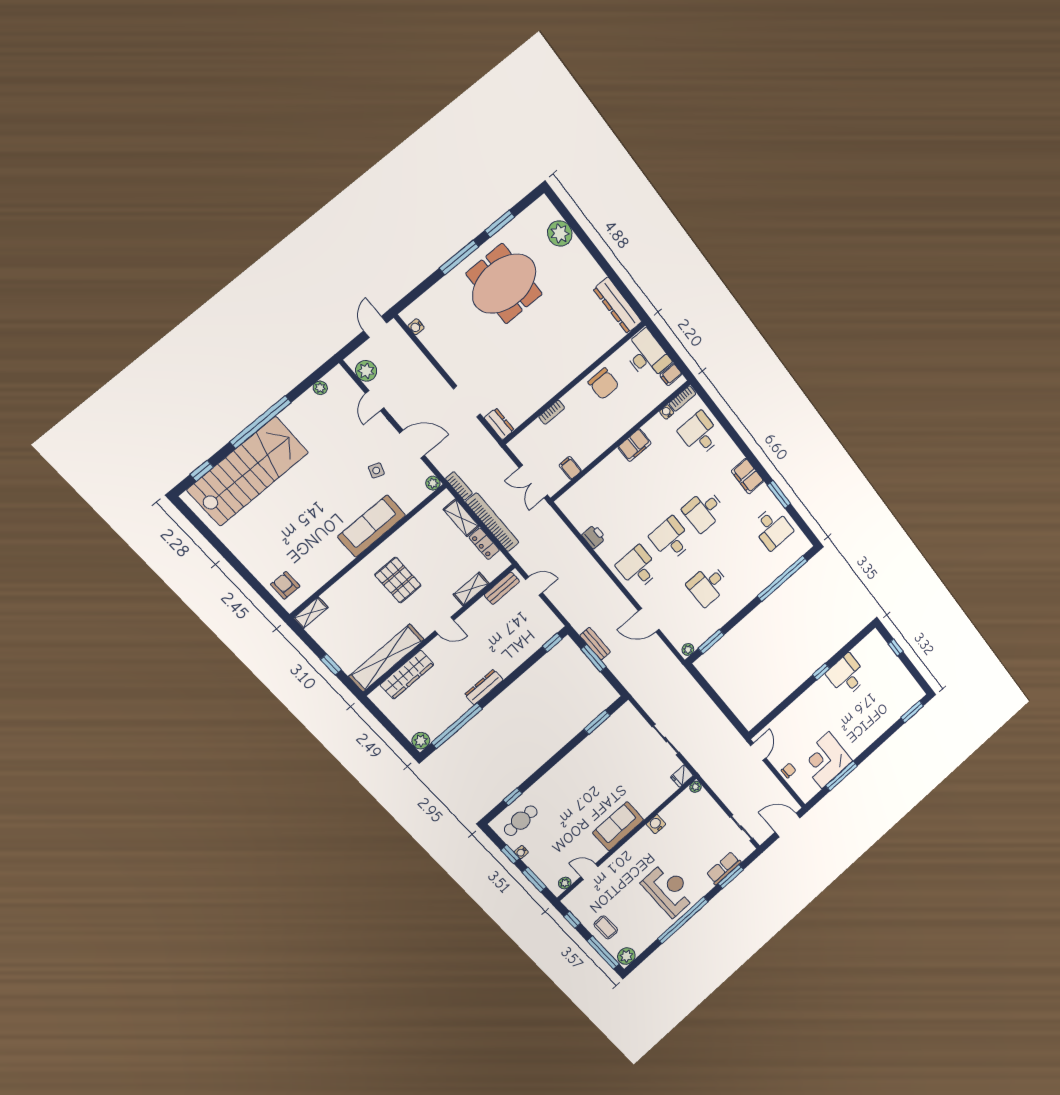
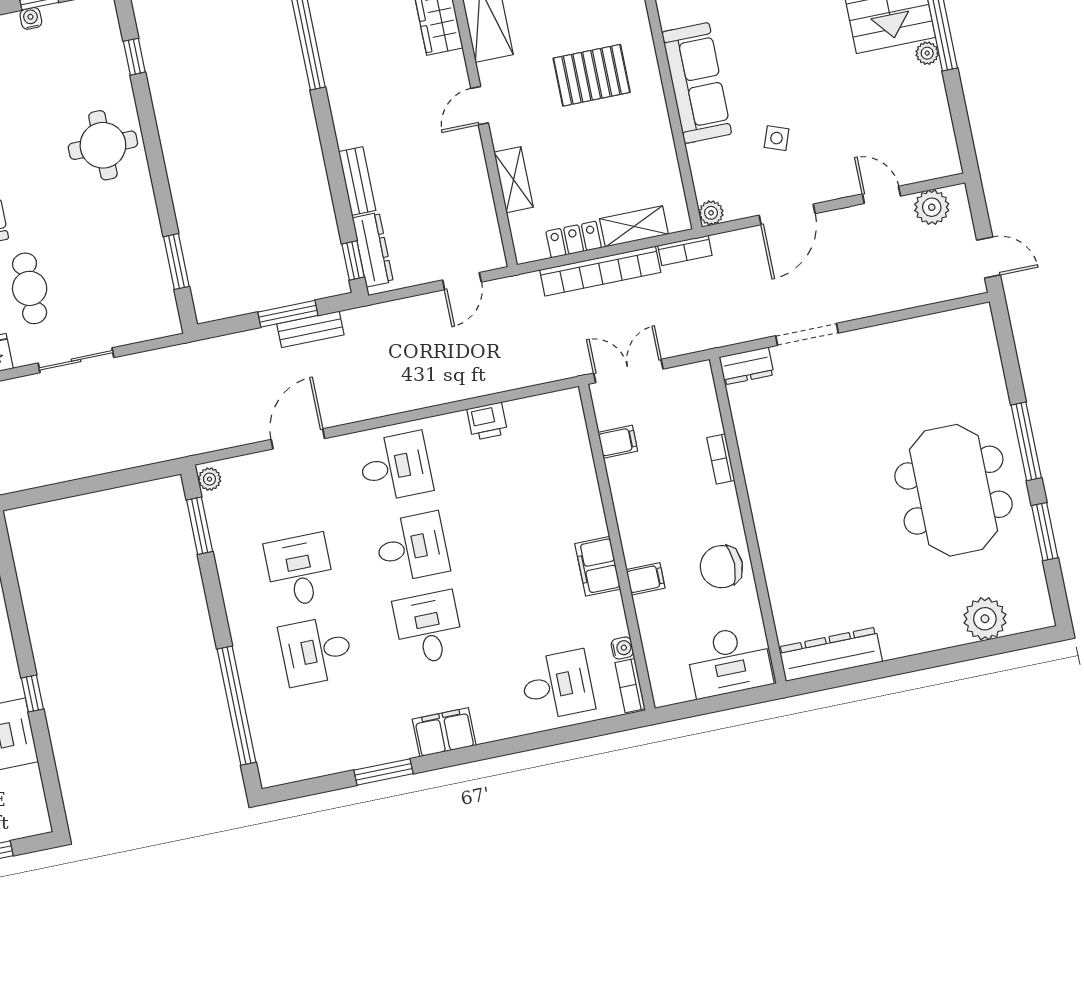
water cooler: (416, 327) -> (958, 319), removed
filing cabinet: (671, 375) -> (646, 579), moved, turned 90
plant: (320, 388) -> (927, 53), moved
desk: (772, 528) -> (316, 651), moved
bench: (502, 588) -> (357, 181), moved
dresser: (484, 687) -> (373, 250), moved
round table: (562, 786) -> (103, 145), added
cafe table: (521, 821) -> (30, 288), moved

